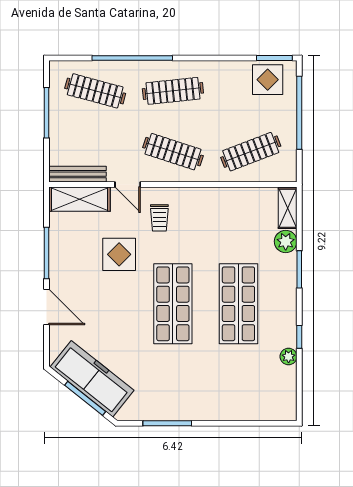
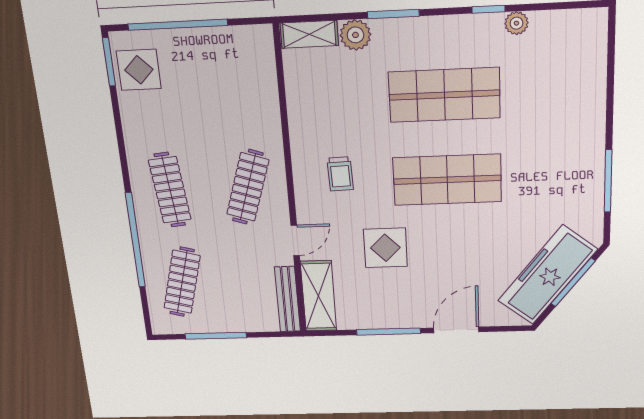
clothes rail: (251, 152) -> (237, 88), removed
trolley: (159, 218) -> (340, 174), moved, turned 88

